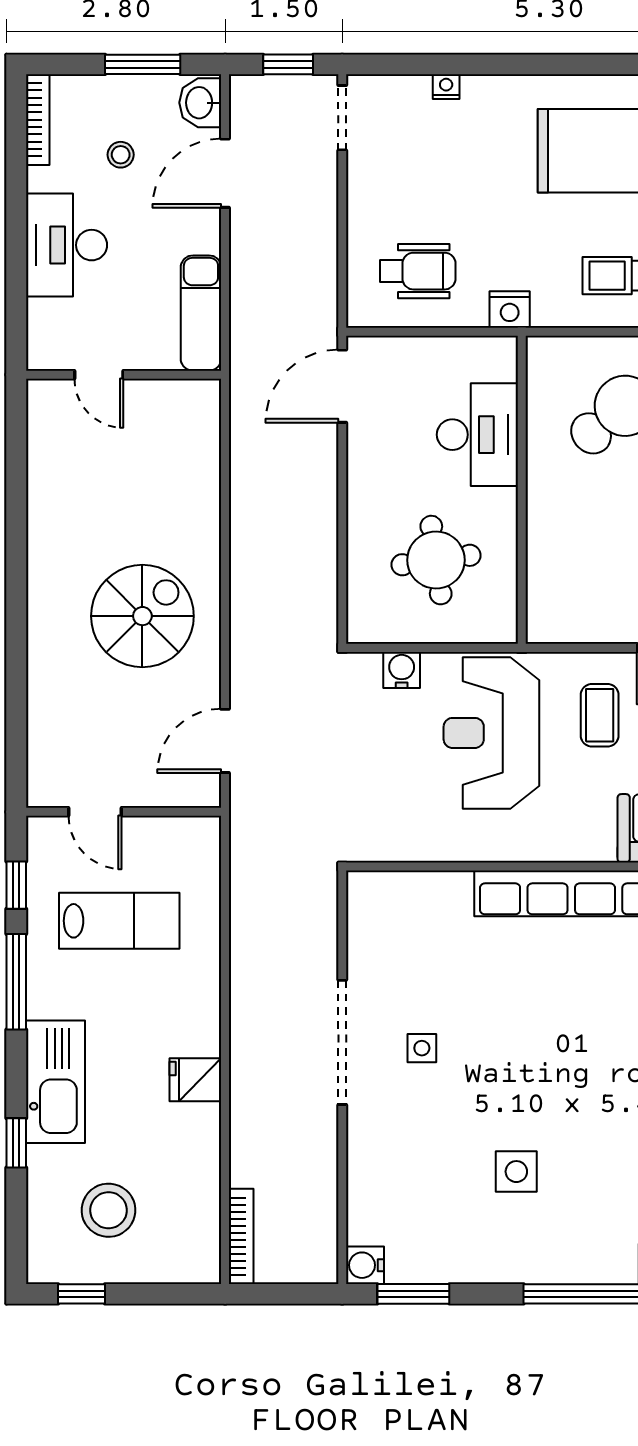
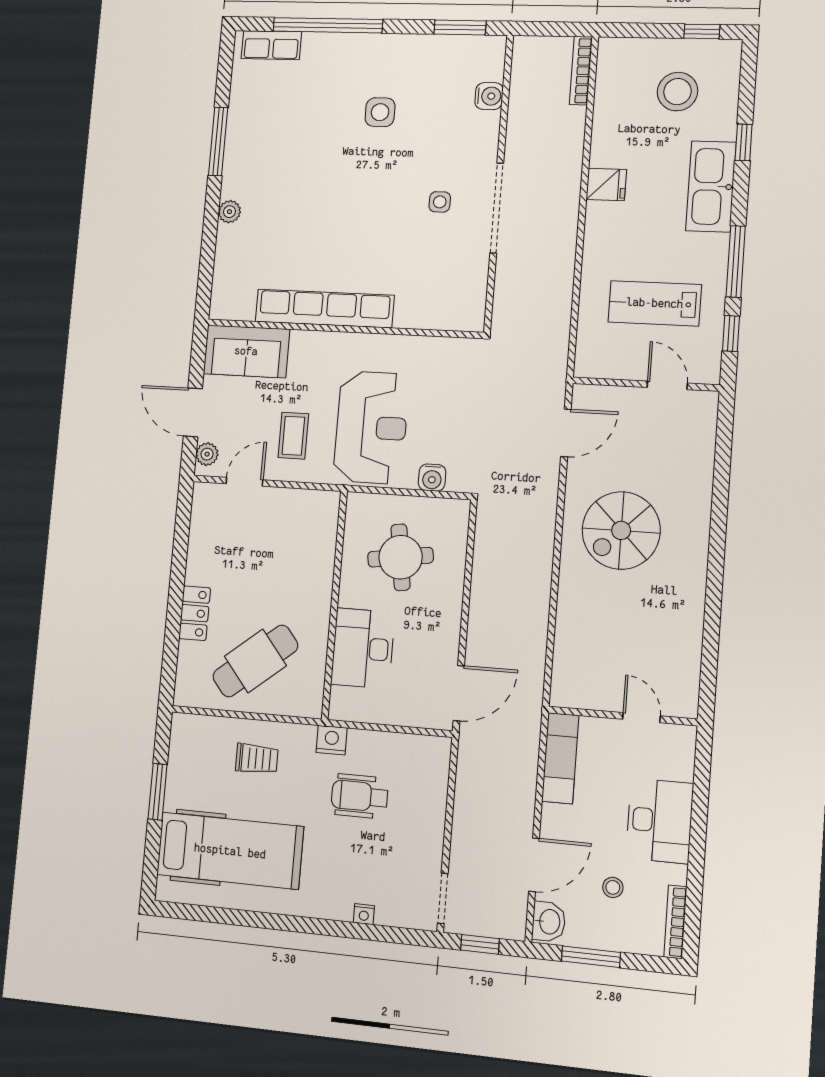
wheelchair: (418, 271) -> (360, 796), moved
water cooler: (365, 1265) -> (489, 96), moved

